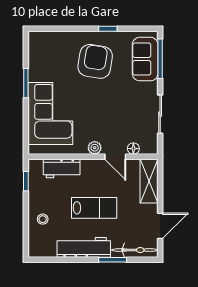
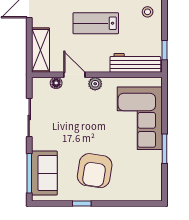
workbench: (62, 168) -> (135, 63), width x1.38

